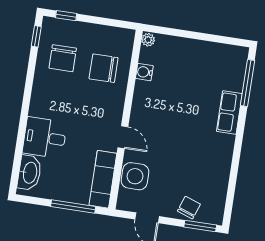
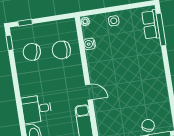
chair: (63, 58) -> (32, 52), turned 104
row of seats: (229, 112) -> (151, 25), moved
side table: (135, 176) -> (114, 21), moved, width x0.54, depth x0.54

